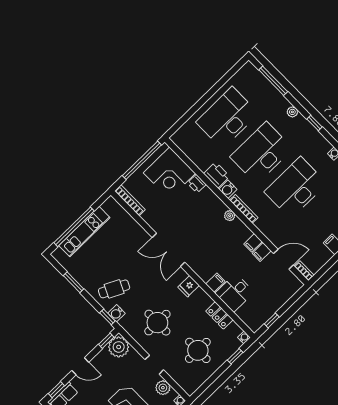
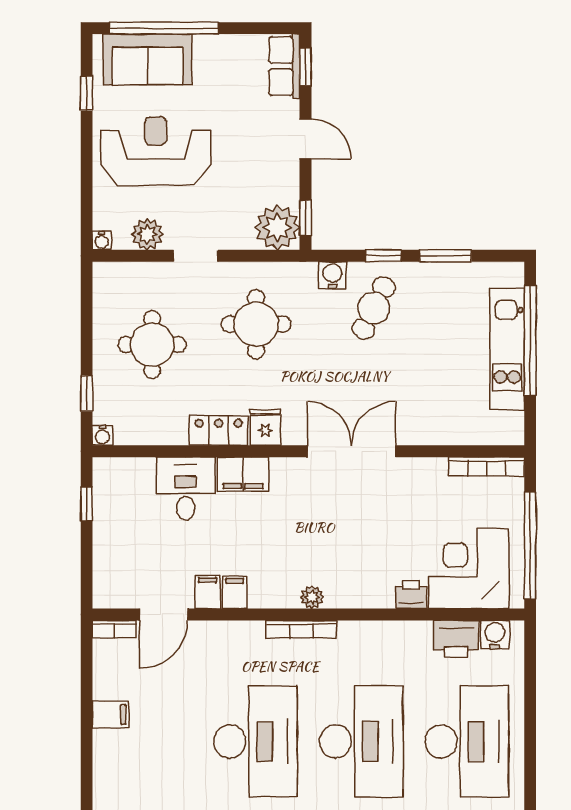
printer: (217, 175) -> (456, 639), moved
water cooler: (228, 189) -> (495, 635), moved
filing cabinet: (215, 283) -> (243, 474), width x2.00
locker: (219, 315) -> (219, 431), moved
window: (107, 317) -> (383, 256), moved
door: (80, 366) -> (305, 139), swing flipped

